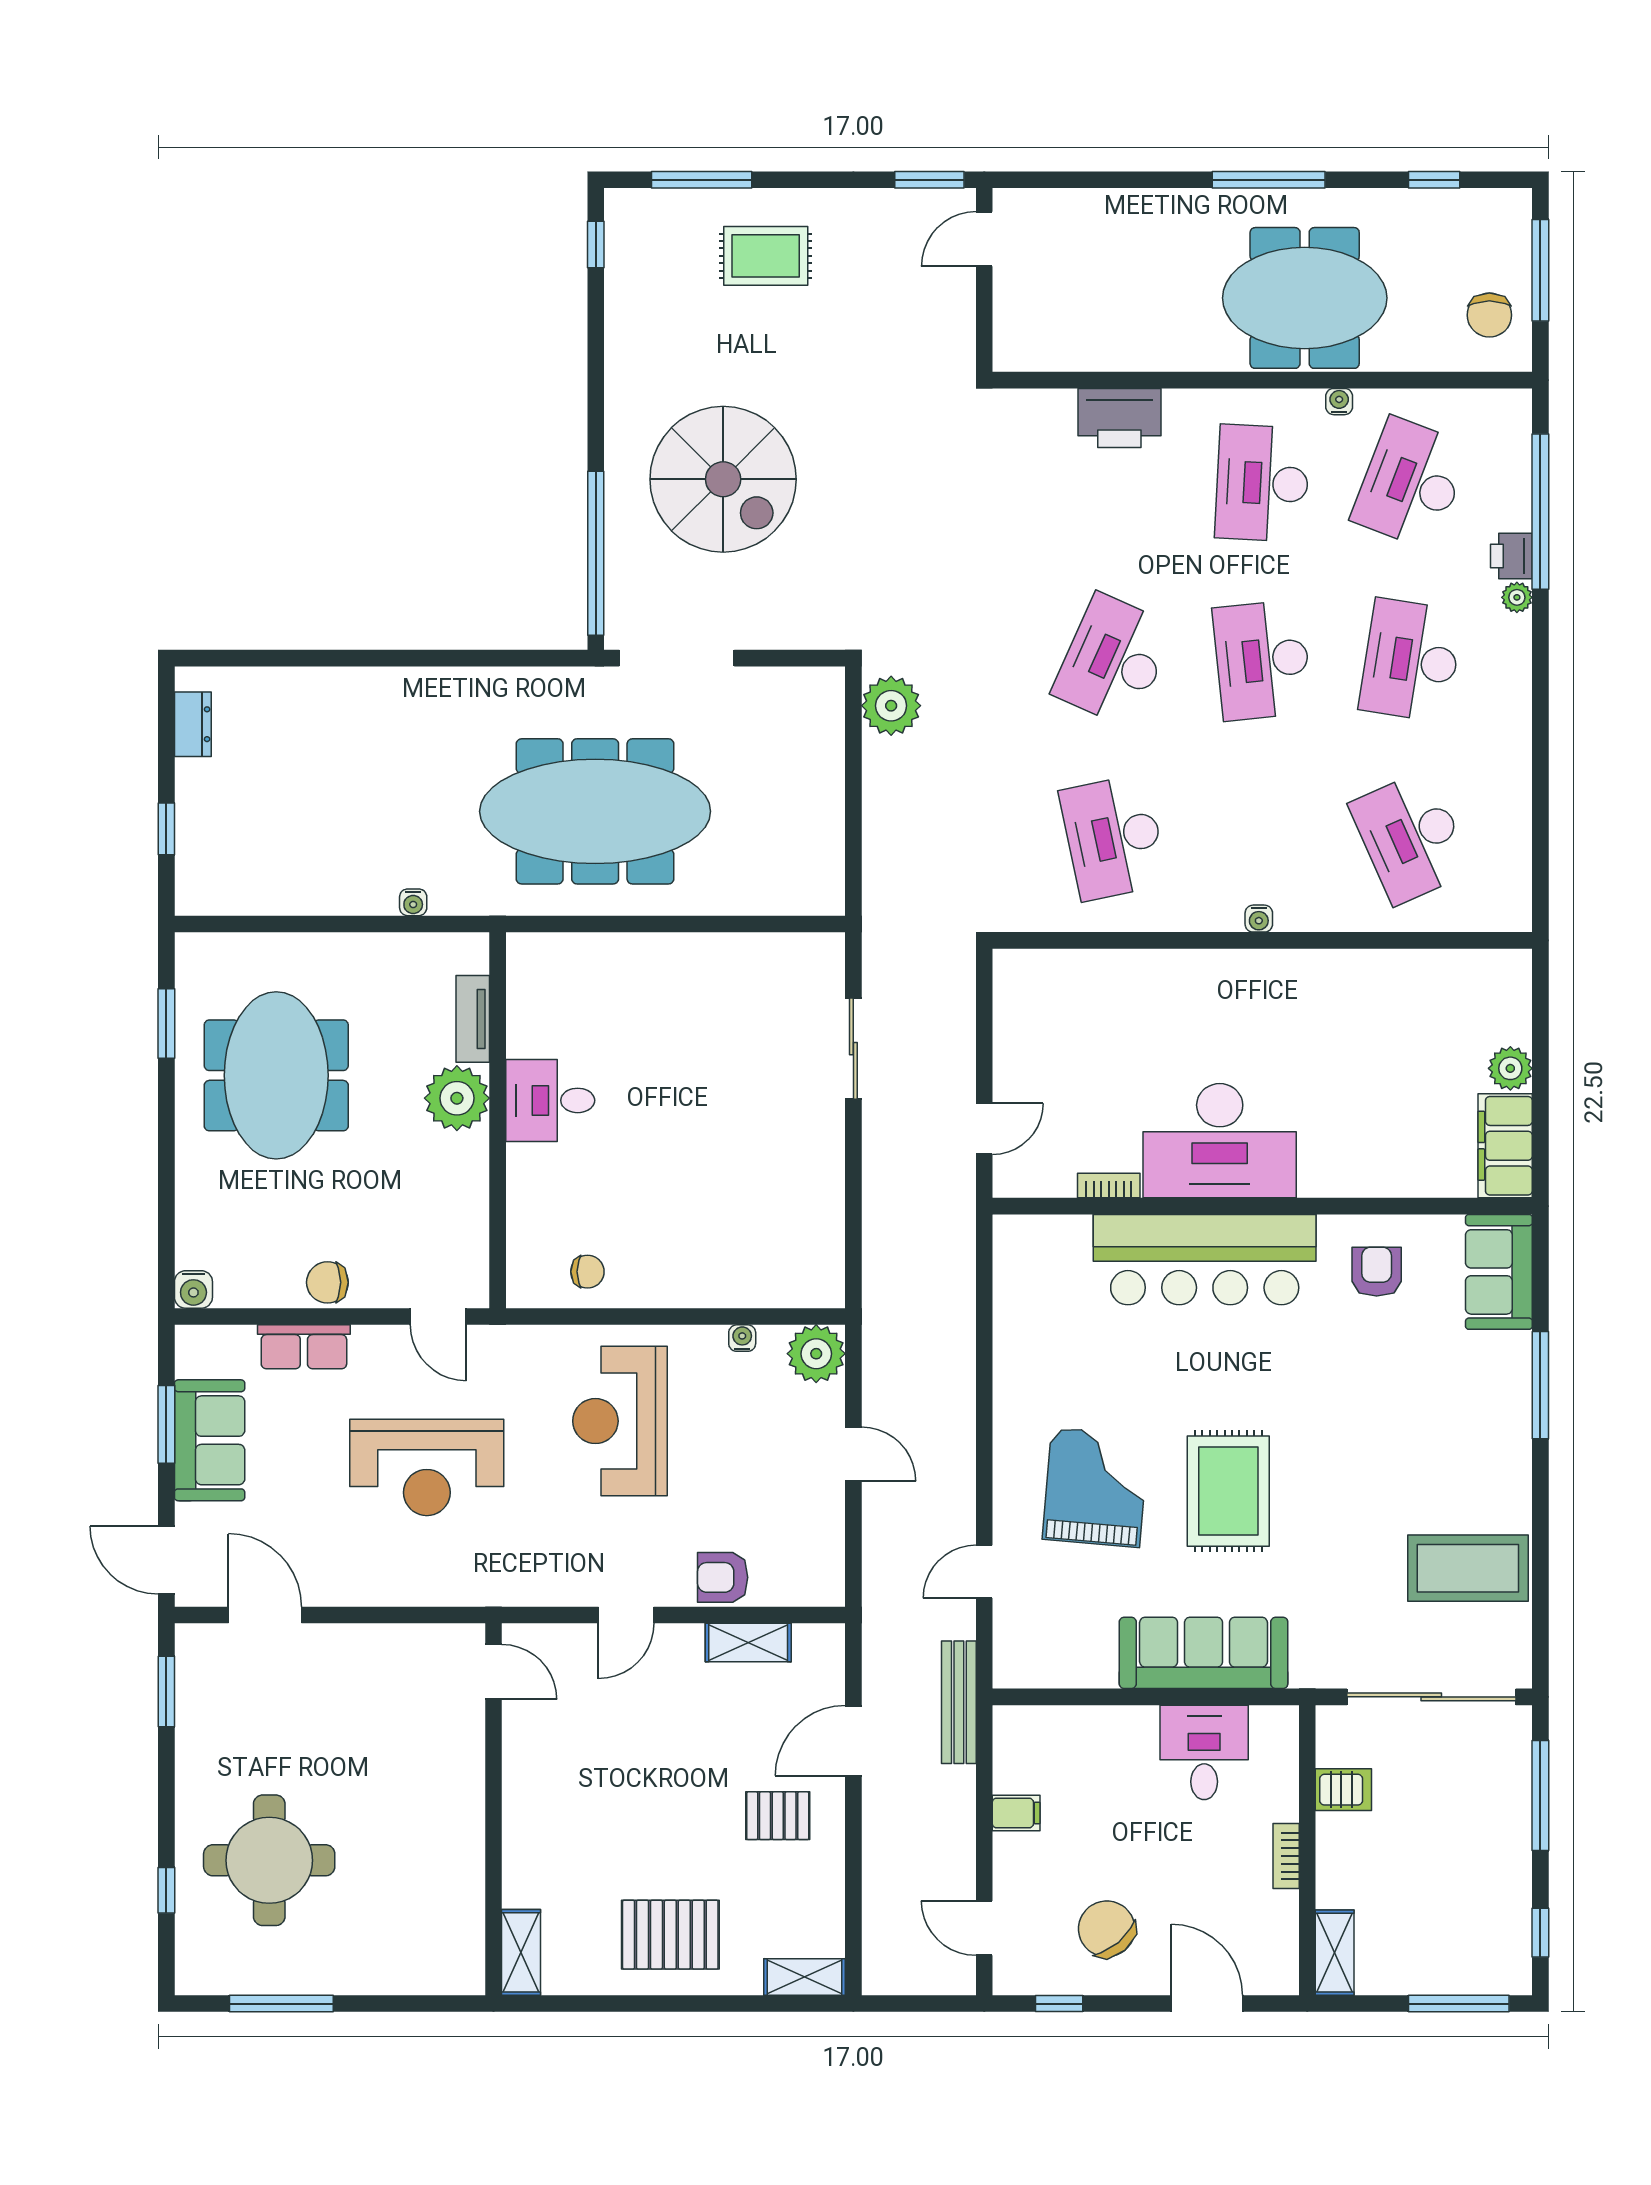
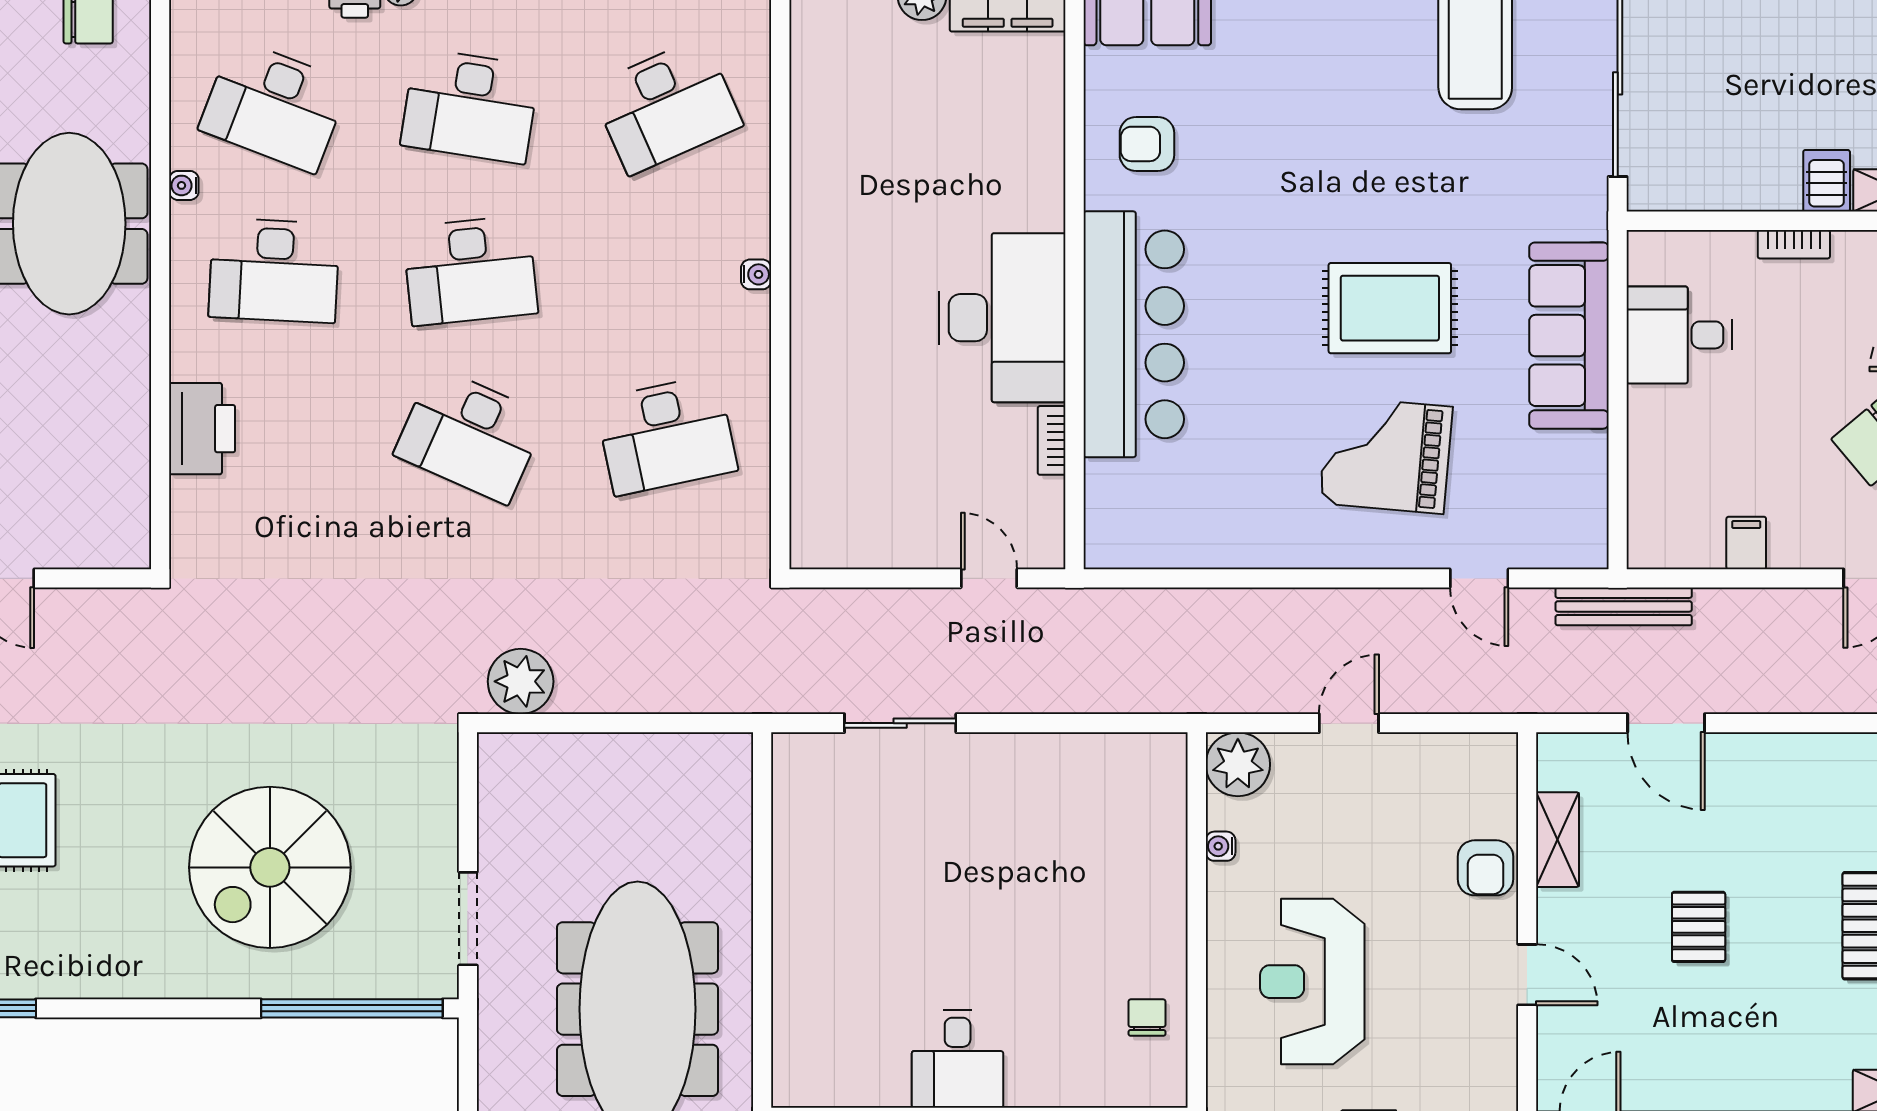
spiral stairs: (723, 479) -> (270, 867), turned 180
doorway: (677, 658) -> (468, 919), width x0.73
reception desk: (620, 1421) -> (1312, 982), turned 90
server rack: (1343, 1790) -> (1827, 181), moved
pallet: (778, 1816) -> (1699, 927), moved

